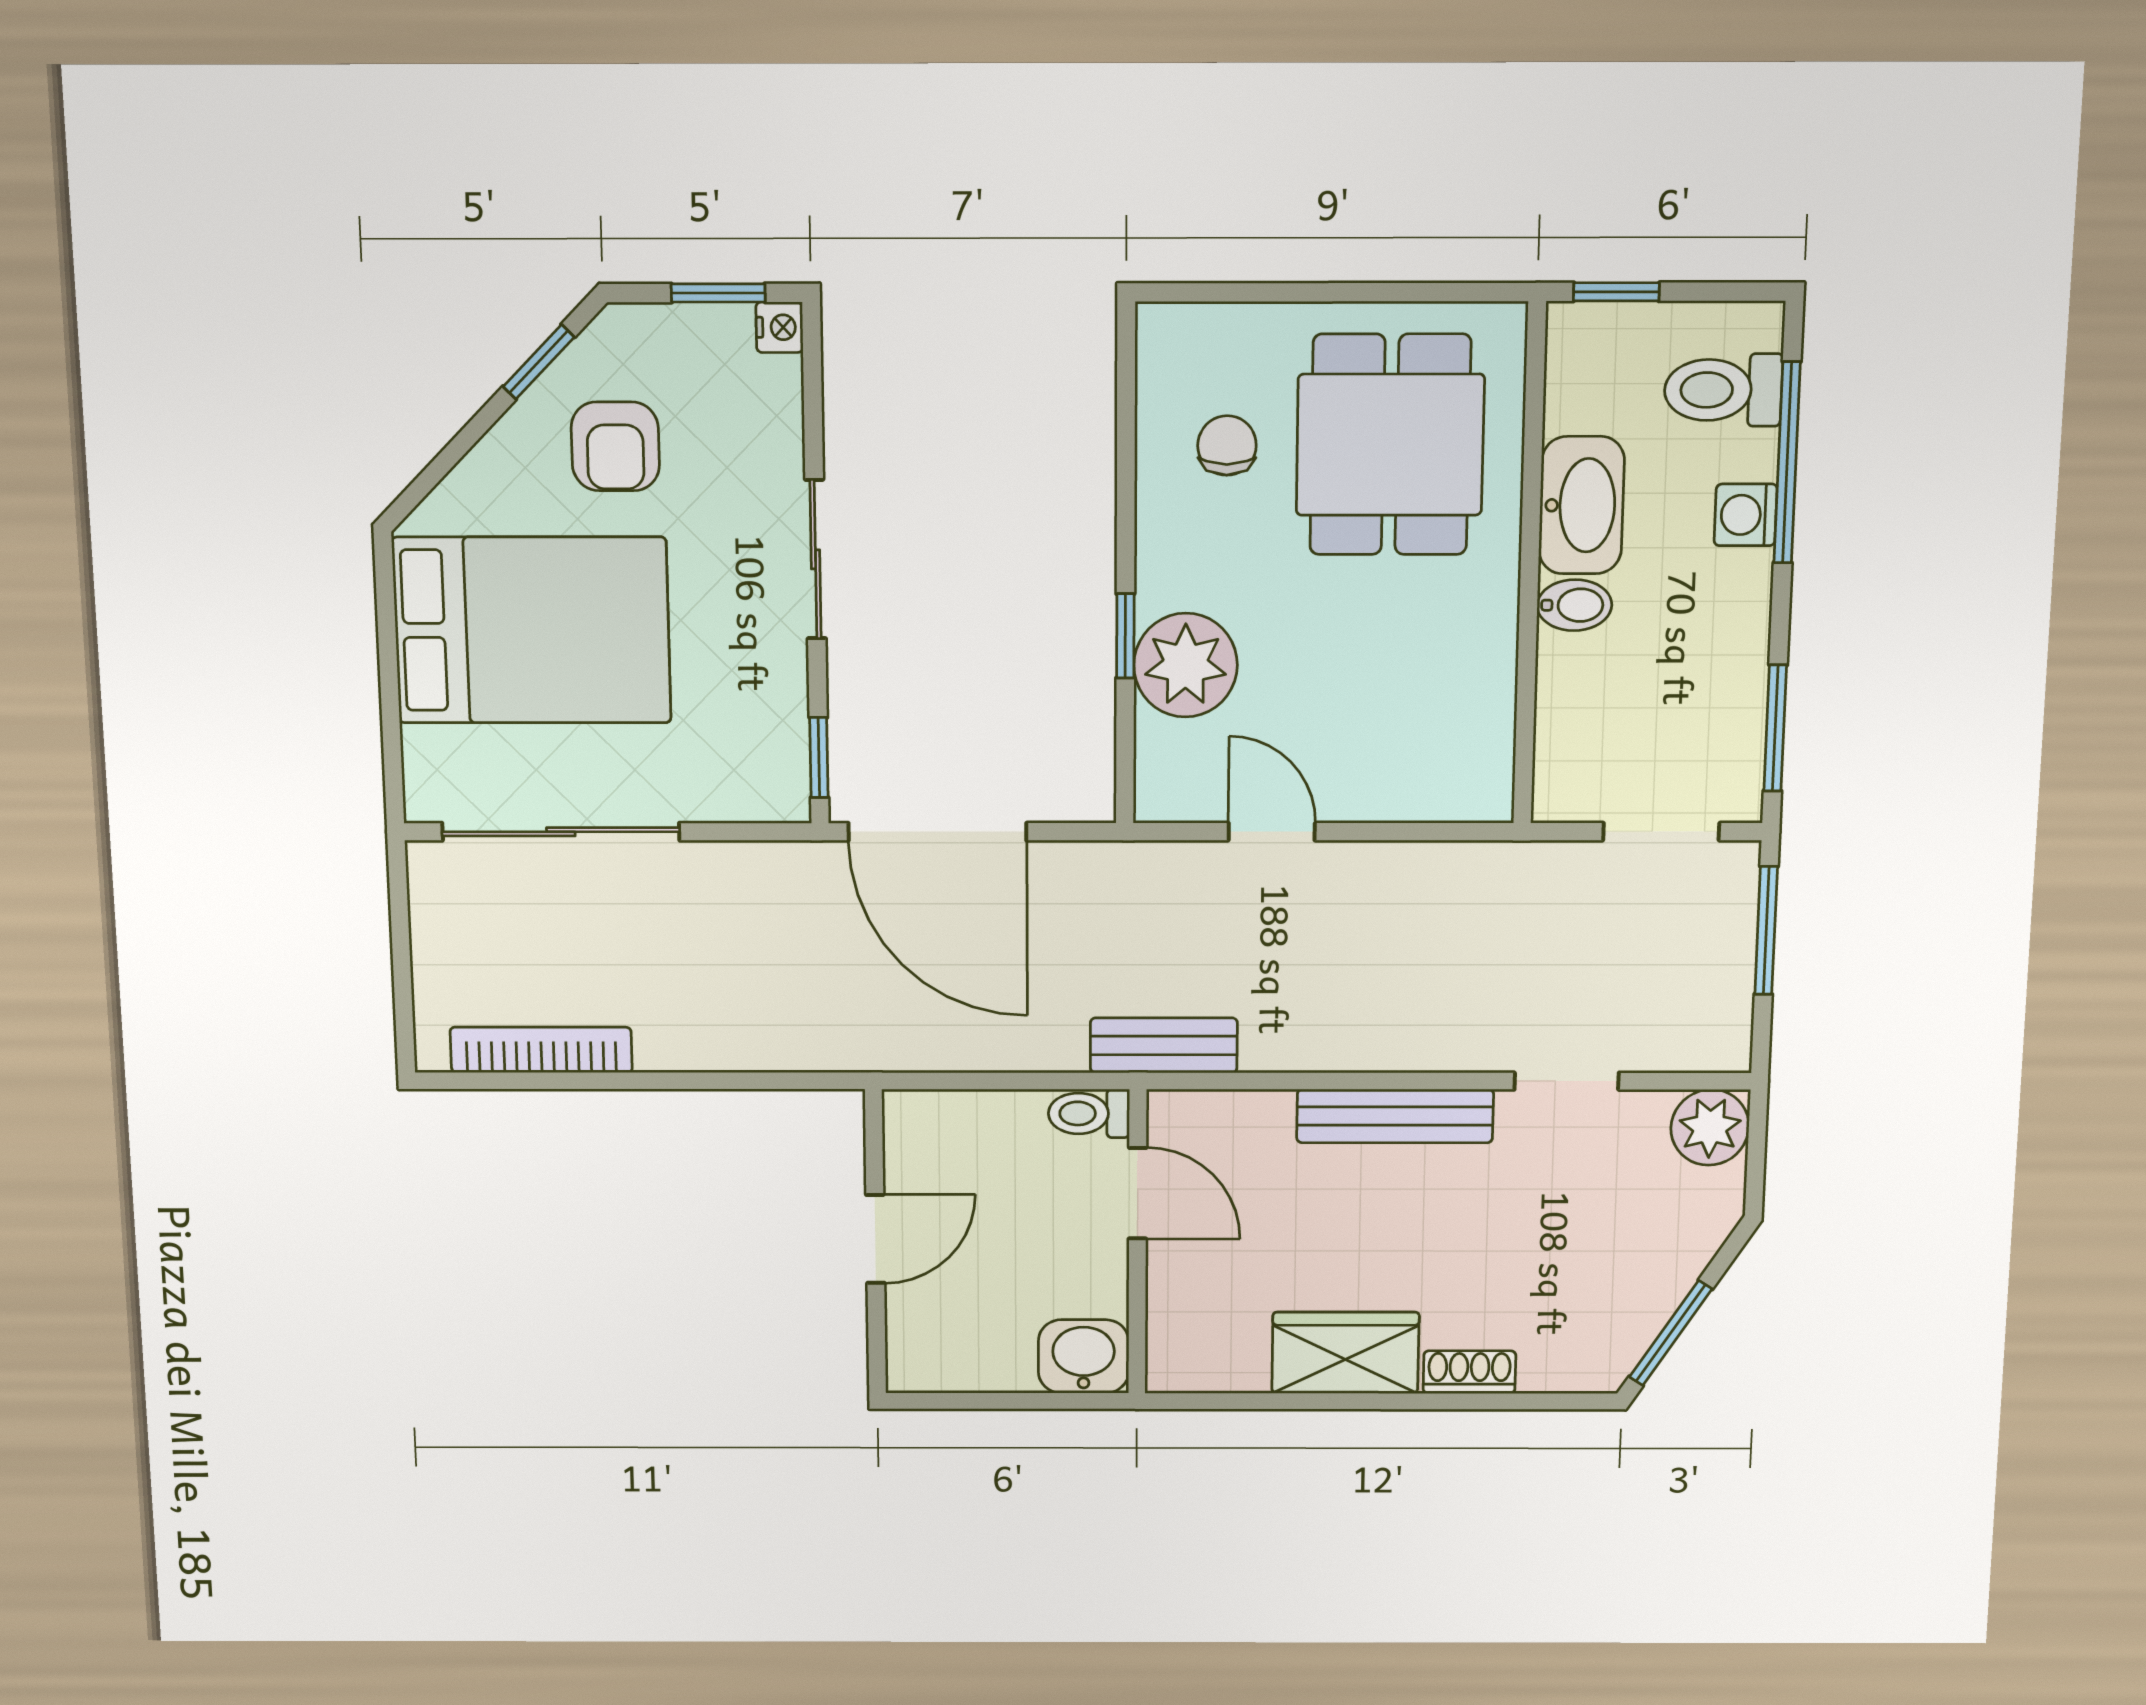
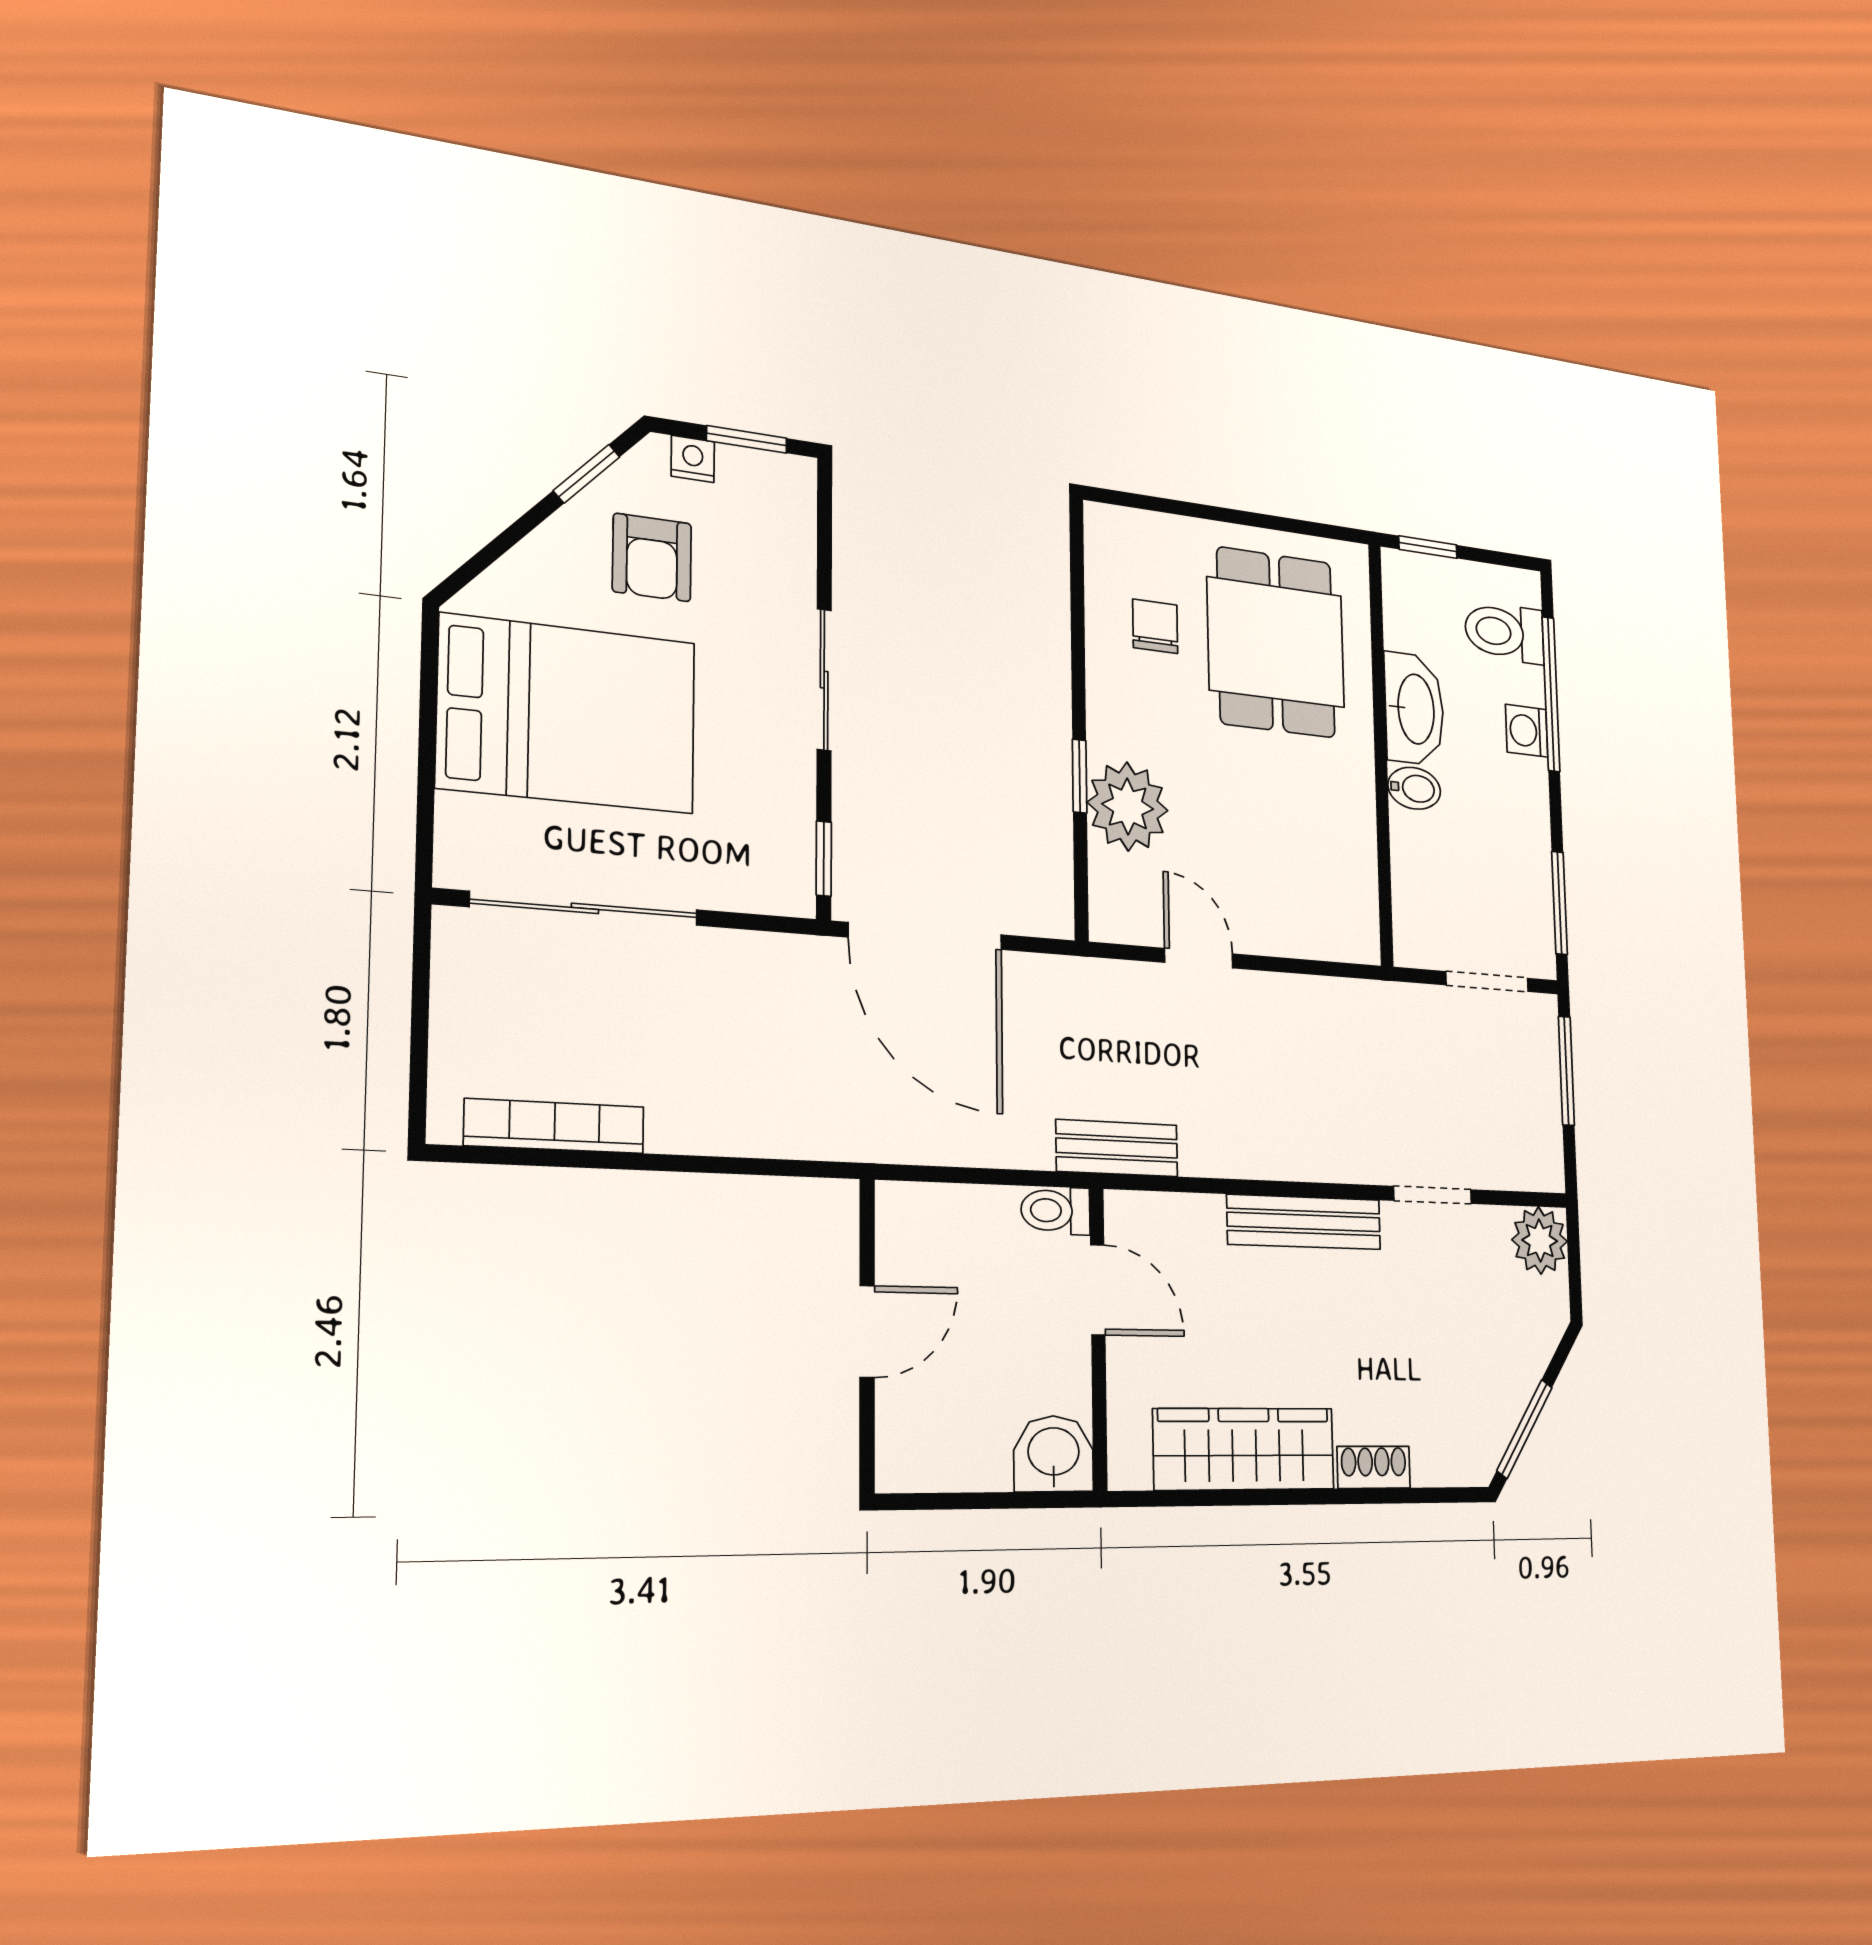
nightstand: (779, 327) -> (693, 459), moved, turned -90
wardrobe: (1345, 1353) -> (1244, 1449), width x1.50

